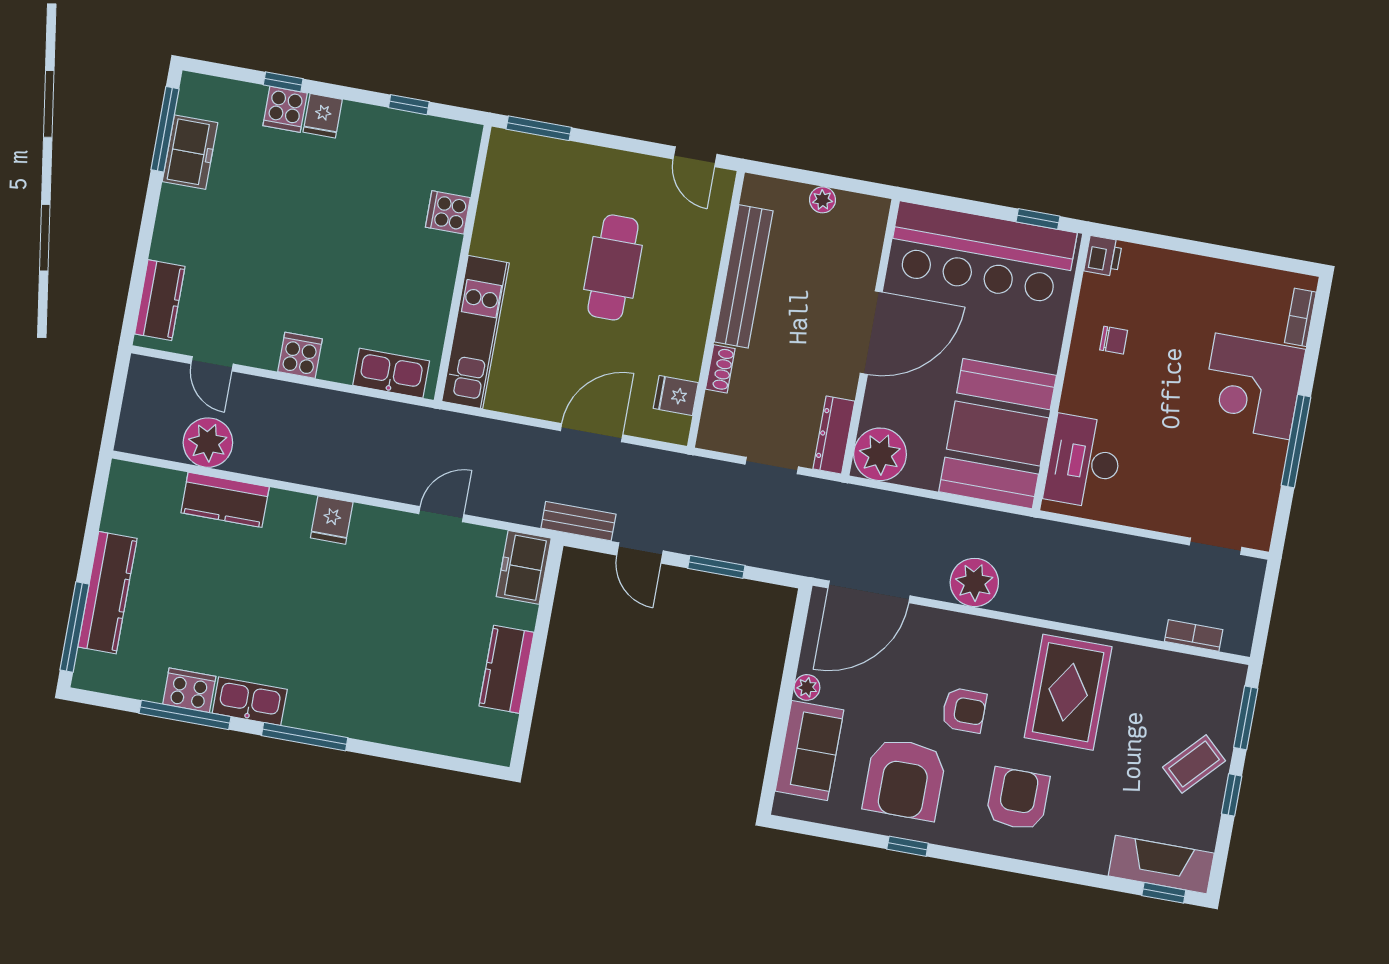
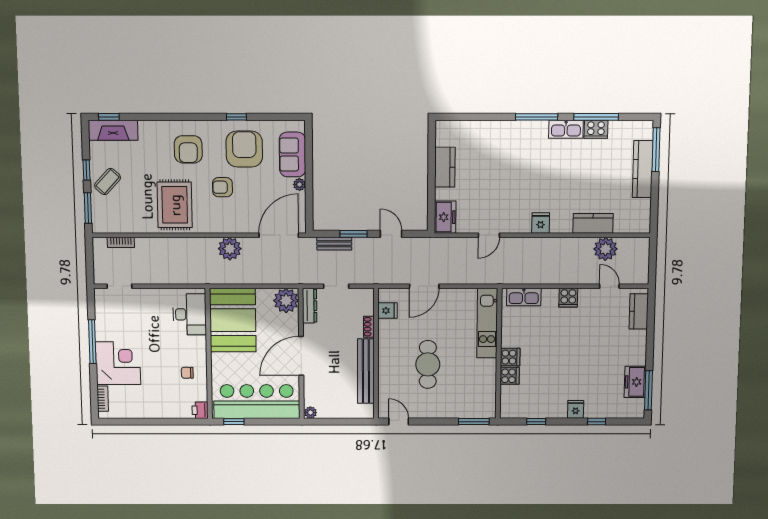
cooker: (285, 109) -> (510, 357), moved, turned 90
plant: (823, 200) -> (311, 413), moved
bench: (578, 521) -> (334, 244), moved

